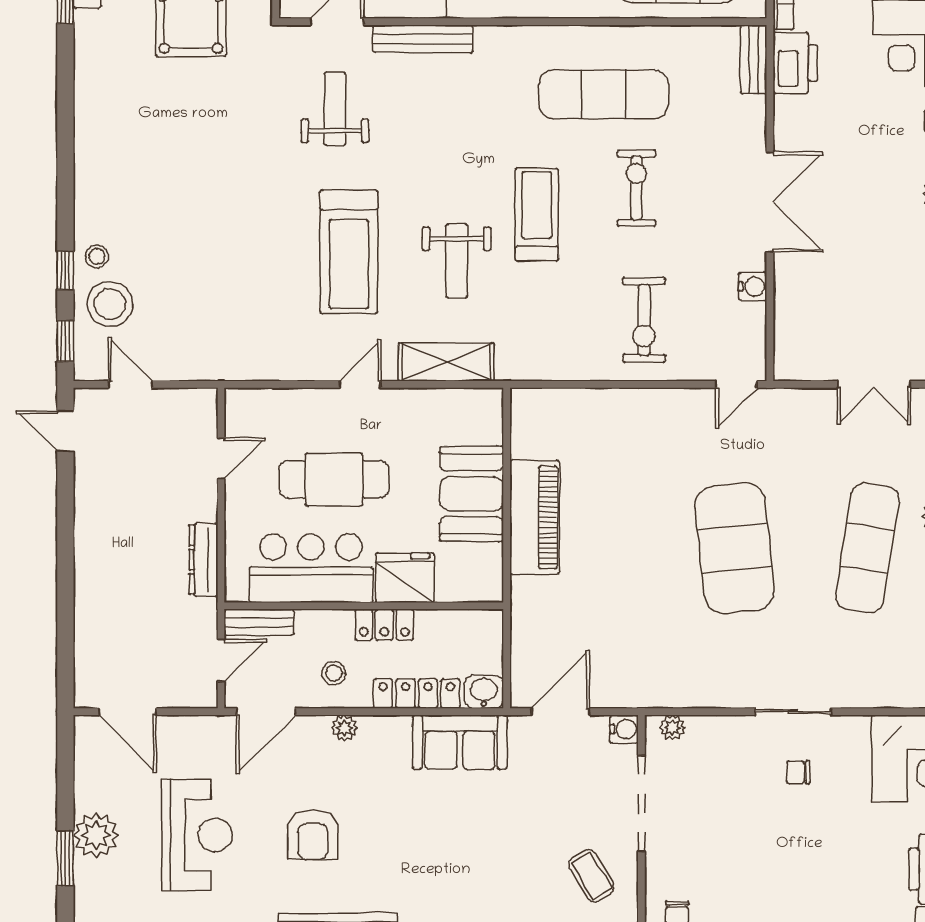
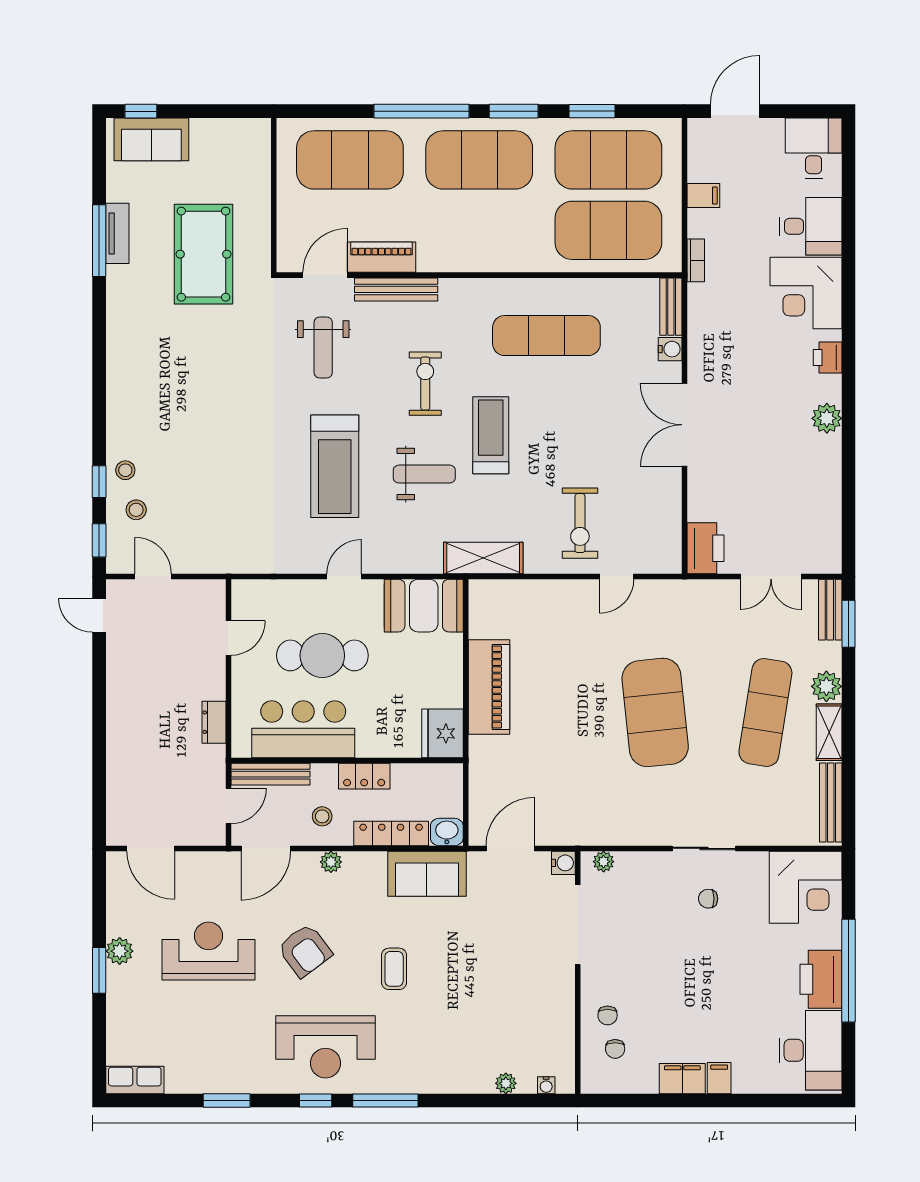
printer: (795, 63) -> (706, 548), moved
weight bench: (335, 109) -> (323, 348), turned 180
exercise bike: (637, 188) -> (425, 384), moved
double door: (770, 202) -> (684, 425), swing flipped
weight bench: (457, 261) -> (424, 474), turned -90
water cooler: (753, 286) -> (670, 349), moved
stool: (110, 304) -> (136, 510), width x0.53, depth x0.53
shelving: (446, 362) -> (483, 558), moved
door: (736, 384) -> (617, 576), moved
booth: (472, 494) -> (424, 606), moved, turned 90
dresser: (204, 560) -> (214, 722), width x0.70
fridge: (405, 578) -> (442, 733), moved, turned -90
bench: (259, 622) -> (270, 774), width x1.36
armchair: (313, 834) -> (305, 950), turned -37
plant: (96, 835) -> (120, 951), width x0.73, depth x0.73
reception desk: (197, 835) -> (208, 951), turned -90
coffee table: (591, 876) -> (394, 969), moved, turned 31

